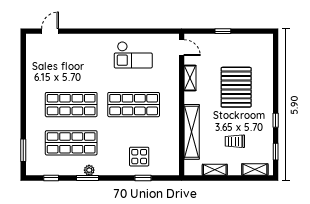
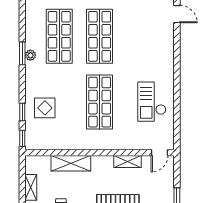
shelving: (192, 132) -> (71, 163), width x0.68
window: (51, 178) -> (22, 138), moved

